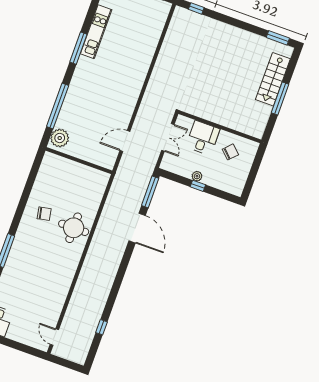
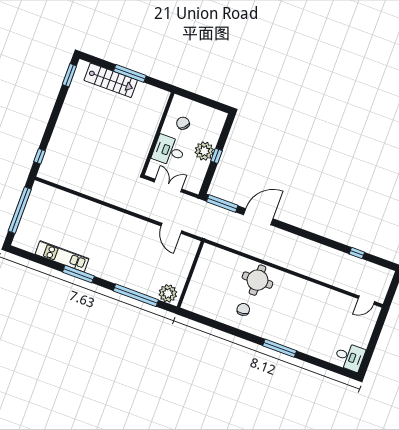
plant: (197, 176) -> (204, 151), width x1.87, depth x1.87

